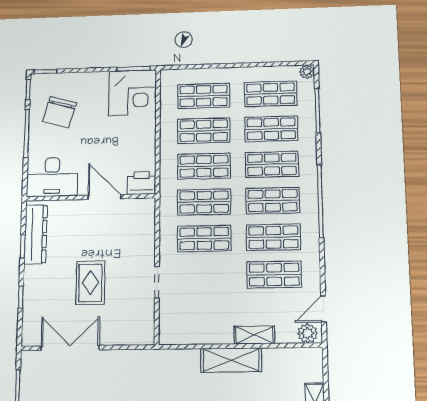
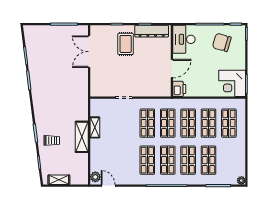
shop shelf: (271, 94) -> (229, 160), removed
shop shelf: (274, 275) -> (127, 160), removed
rug: (90, 283) -> (126, 44), moved, turned 90
shelving: (254, 335) -> (95, 127), moved
double door: (70, 348) -> (89, 52), swing flipped

